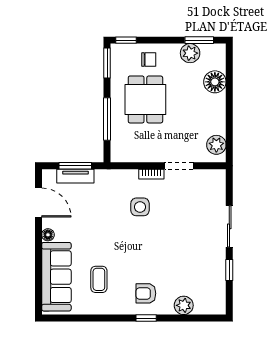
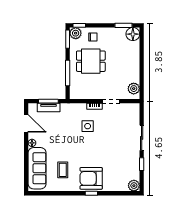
plant: (190, 53) -> (76, 33), moved
floor lamp: (215, 82) -> (133, 34), moved
dining table: (145, 99) -> (91, 61), turned 90
armchair: (146, 293) -> (91, 178), width x1.88, depth x1.88
plant: (184, 305) -> (134, 186), moved

